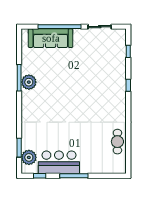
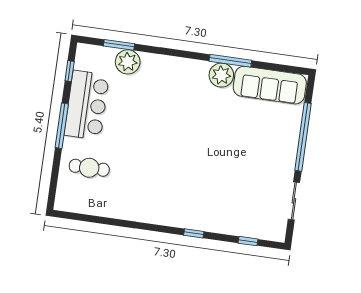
sofa: (51, 38) -> (270, 85), moved, turned -90
cafe table: (117, 142) -> (89, 168), moved
plant: (29, 157) -> (128, 62), moved

